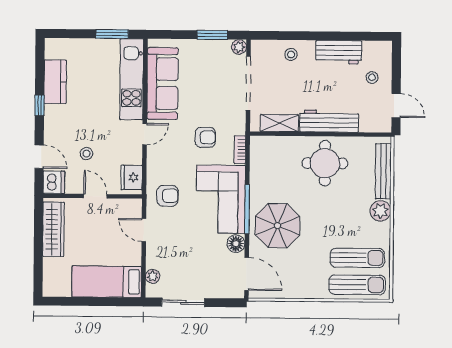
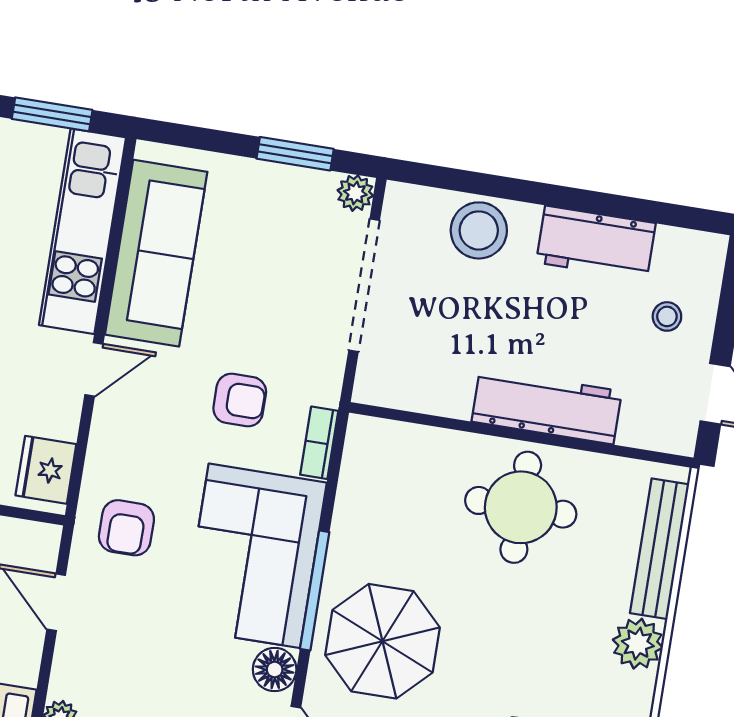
stool: (291, 54) -> (479, 230), width x1.89, depth x1.89
shelving: (279, 123) -> (425, 393), removed
armchair: (168, 196) -> (126, 528), turned 90

